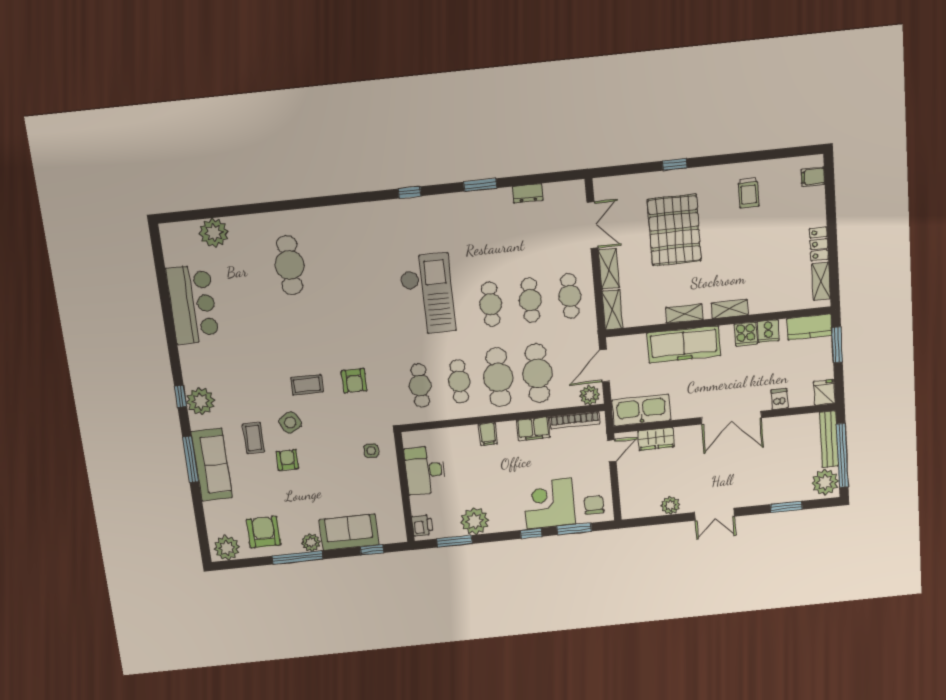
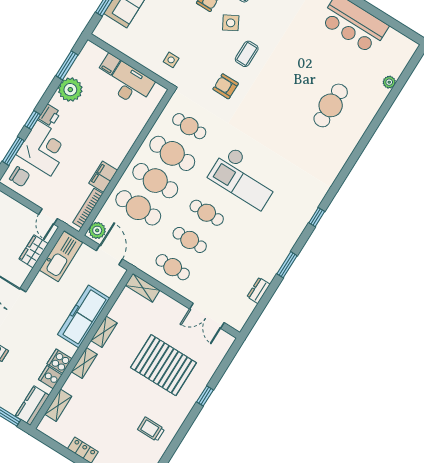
plant: (214, 233) -> (389, 82), width x0.53, depth x0.53
cafe table: (290, 265) -> (331, 105), turned 90
shelving: (609, 269) -> (171, 305), removed
shelving: (821, 281) -> (58, 405), moved, turned 90
cafe table: (459, 381) -> (172, 153), width x1.37, depth x1.35
filing cabinet: (488, 434) -> (110, 64), moved, turned -90
printer: (422, 525) -> (50, 115), moved, turned -90

